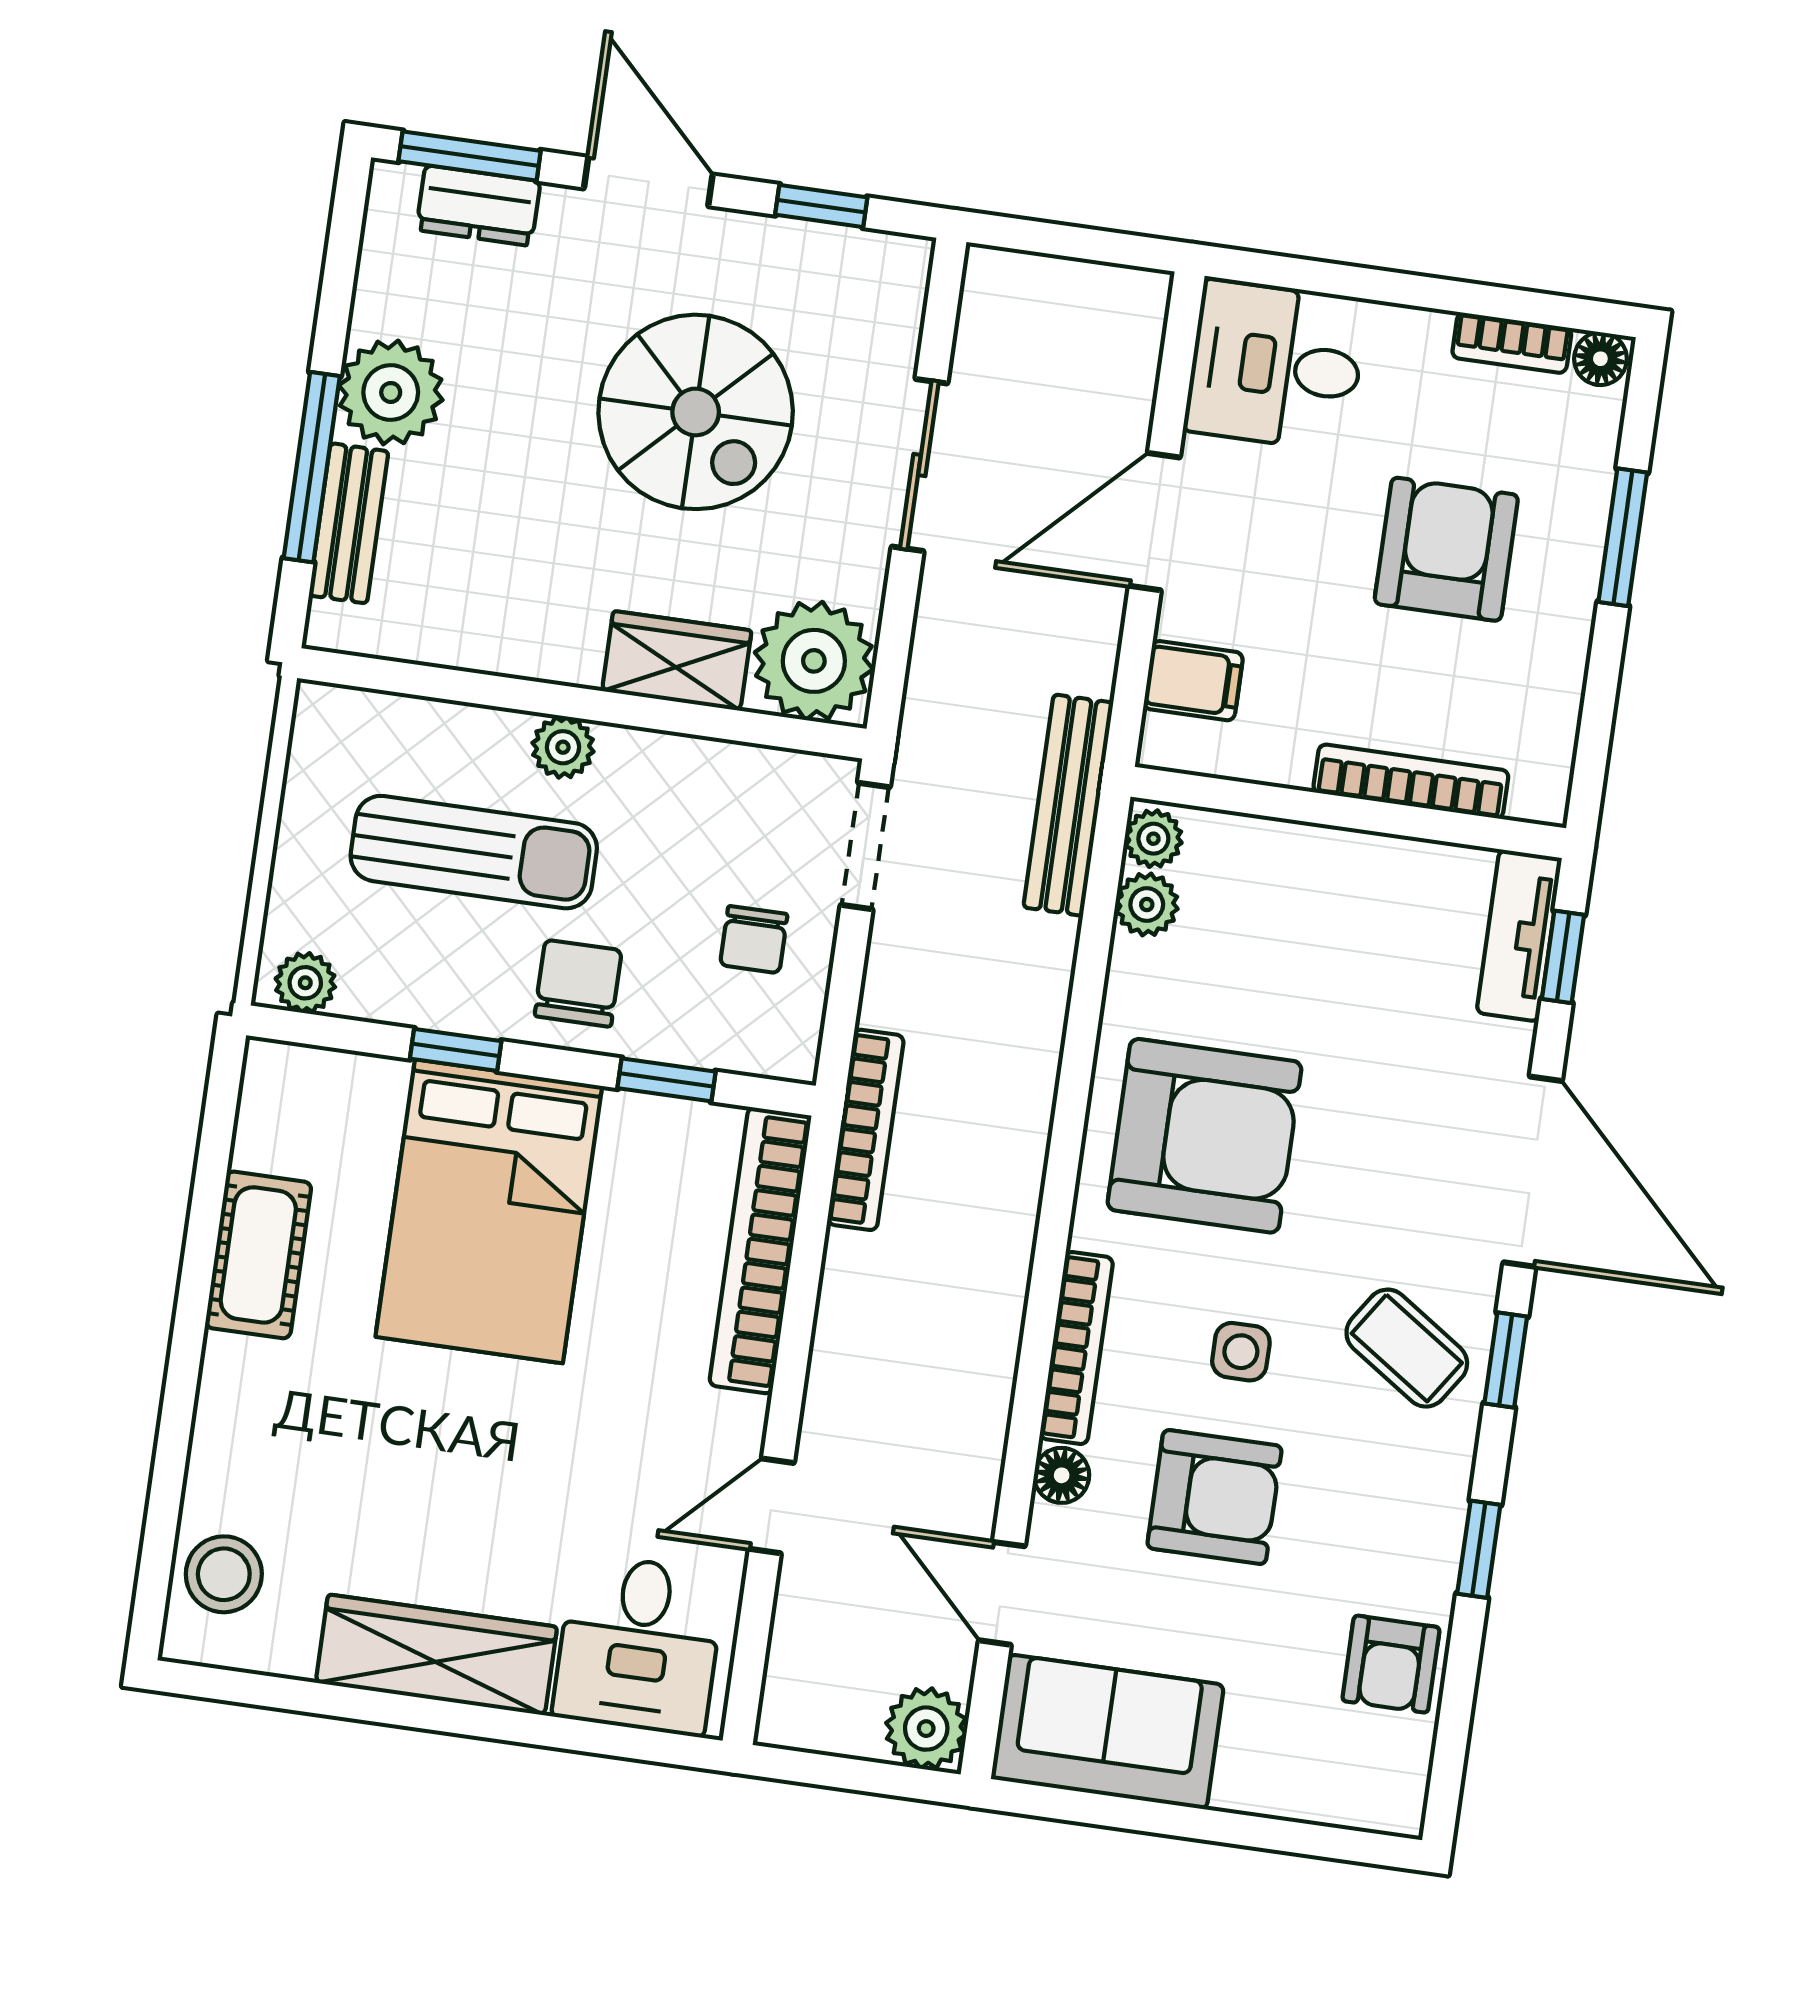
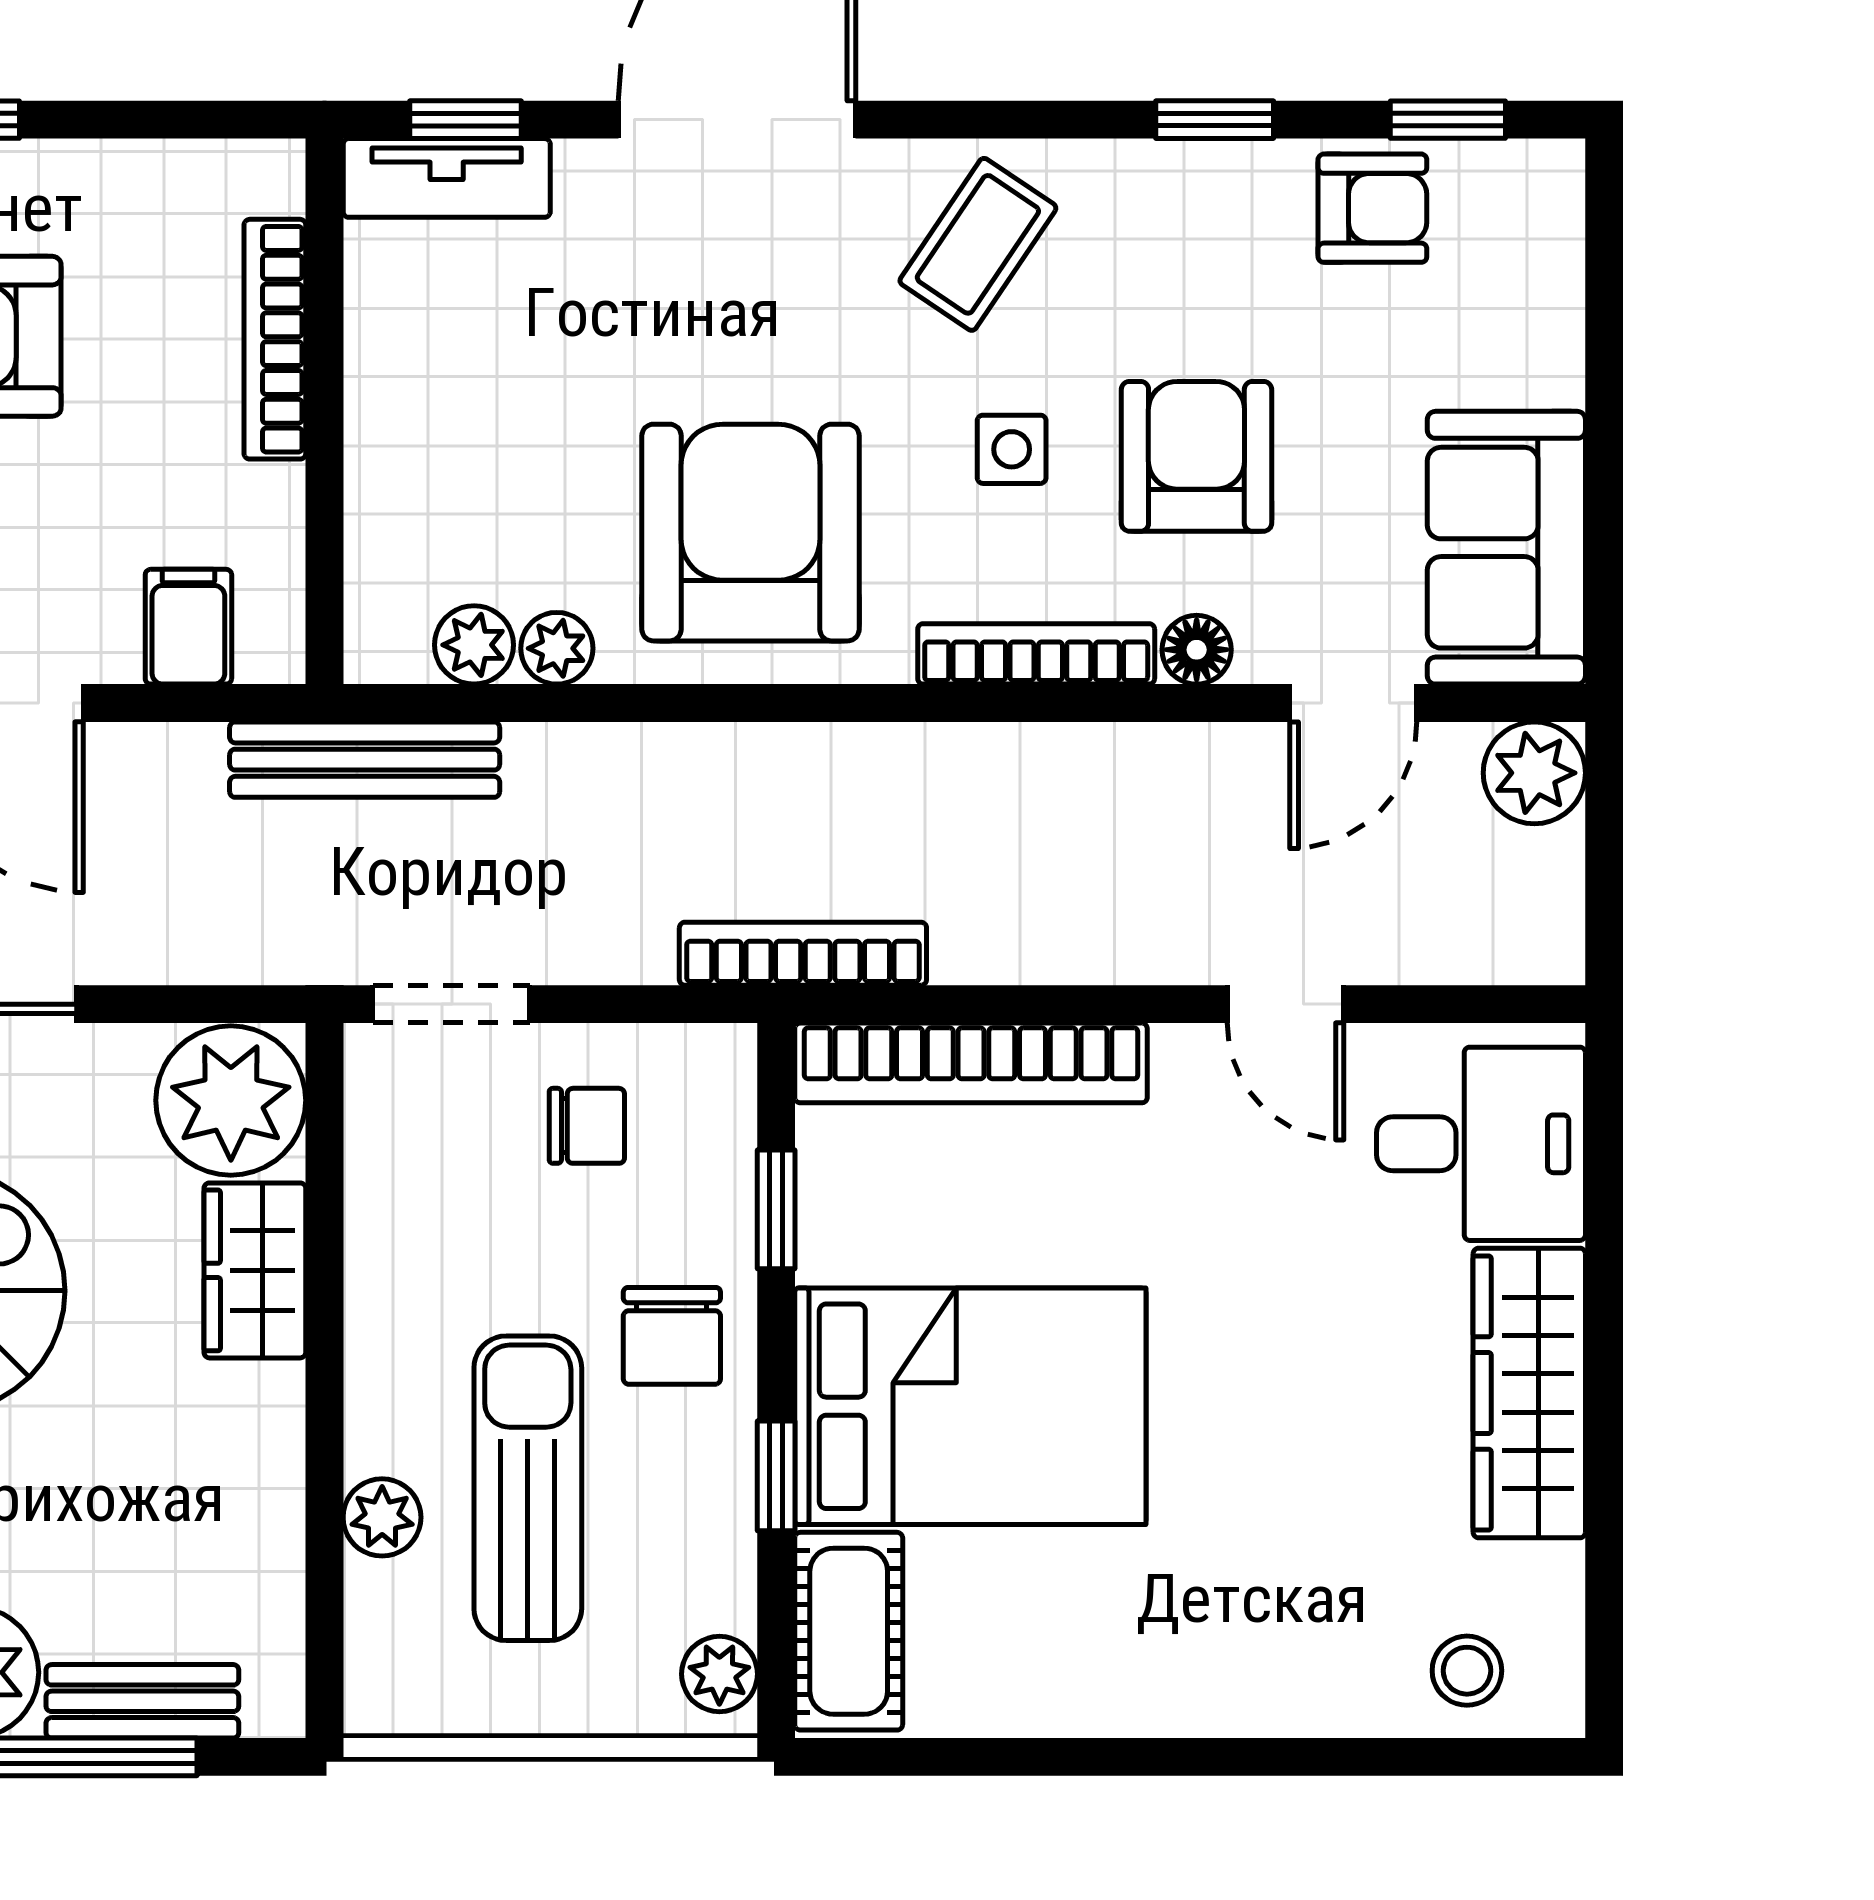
plant: (563, 747) -> (382, 1517), moved
plant: (1153, 839) -> (557, 648), moved
chair: (578, 983) -> (672, 1336), turned -90
cot: (258, 1255) -> (849, 1631), moved, turned 90
window: (1506, 1360) -> (1448, 120), moved
stool: (224, 1574) -> (1467, 1671), width x0.73, depth x0.73

